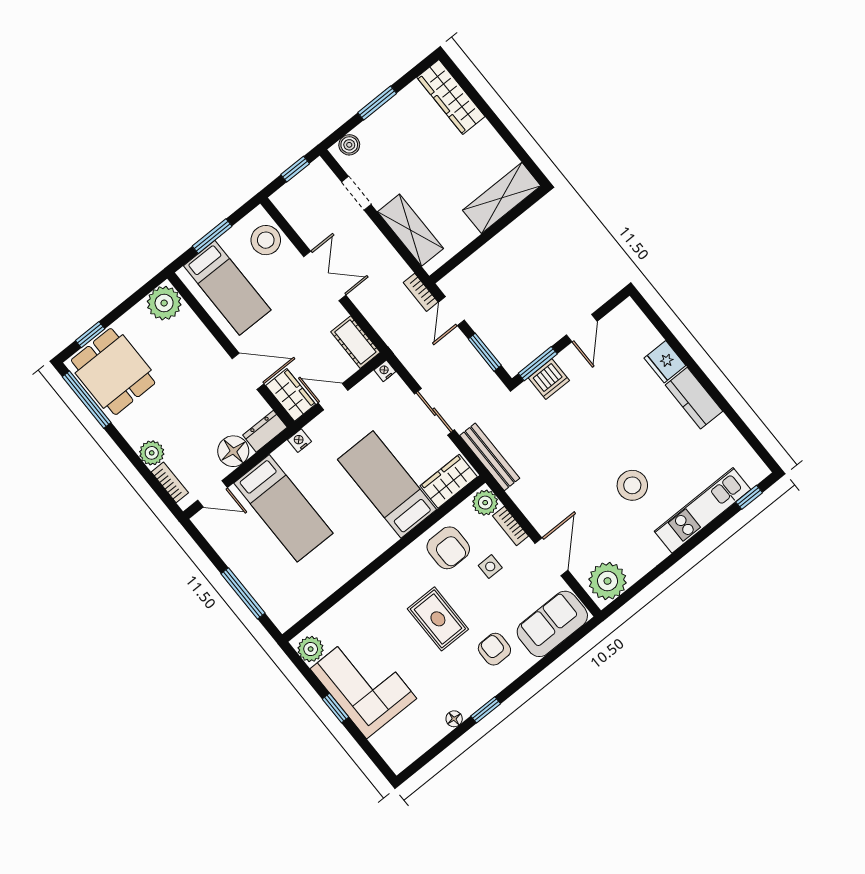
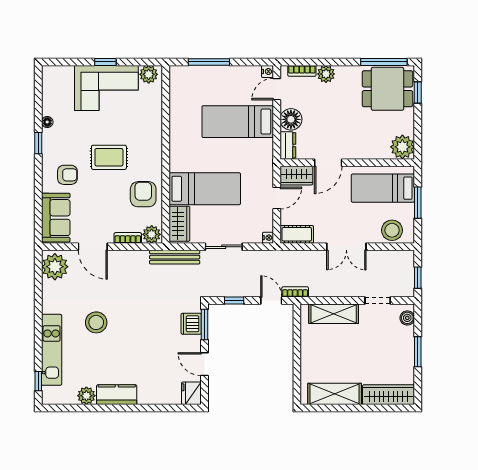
shelving: (502, 198) -> (335, 394), moved, turned 90
window: (485, 352) -> (234, 300), width x0.67
fridge: (665, 362) -> (191, 393), moved, turned -90
plant: (722, 431) -> (86, 396), added
nightstand: (299, 441) -> (267, 71), moved
armchair: (448, 548) -> (143, 194), turned 90
side table: (490, 567) -> (114, 209), removed

